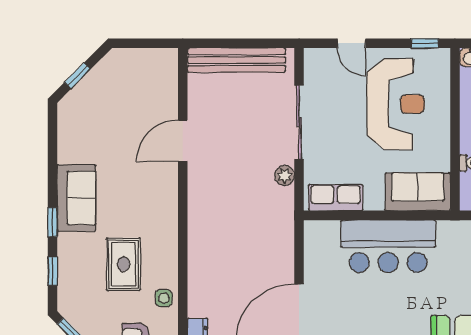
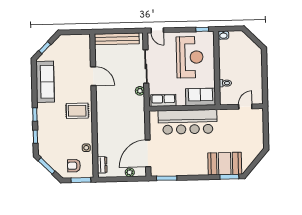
door: (351, 43) -> (157, 30), moved
door: (183, 141) -> (93, 76), swing flipped
sofa: (76, 198) -> (45, 82), moved, width x1.36
bar counter: (388, 246) -> (188, 122), width x1.36
rug: (123, 264) -> (77, 111), moved, turned 90

